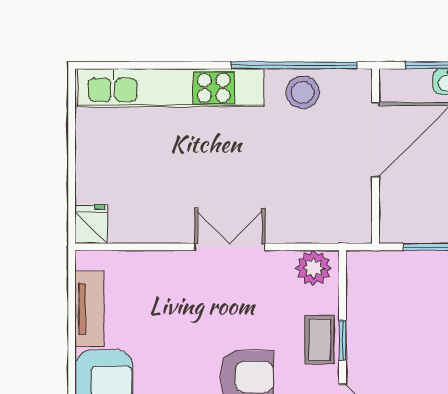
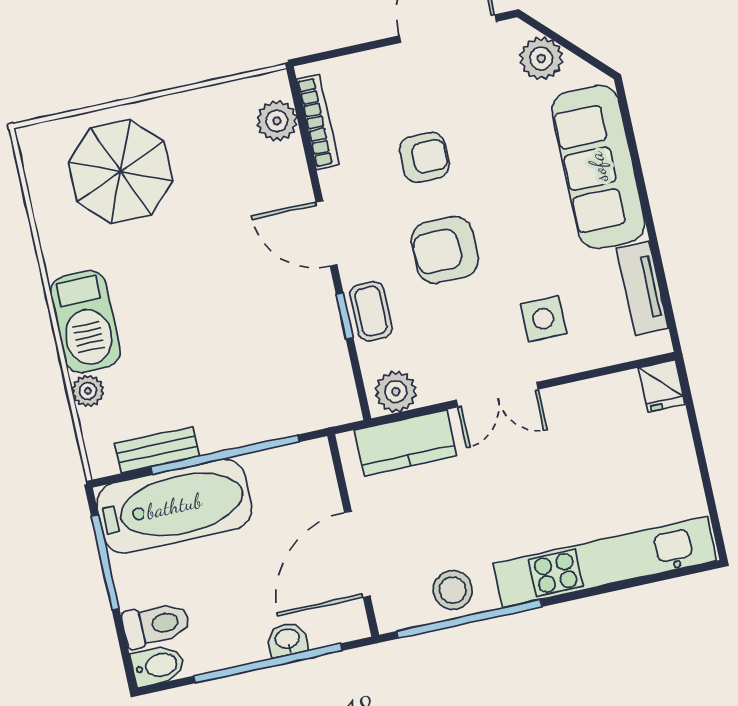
kitchen counter: (315, 223) -> (406, 443), added
side table: (178, 302) -> (543, 319), added

